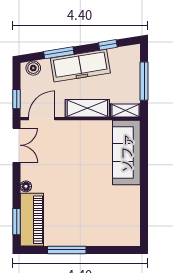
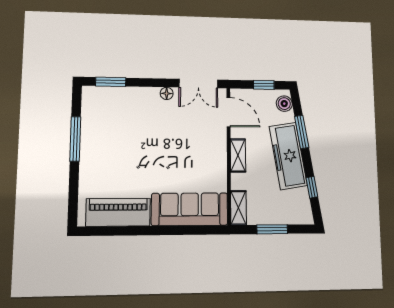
window: (144, 81) -> (272, 229), width x0.69
window: (17, 99) -> (264, 85), moved
shelving: (87, 108) -> (238, 155), width x0.67, depth x0.75
floor lamp: (26, 186) -> (167, 93), moved
piano: (32, 220) -> (118, 212), moved, turned 180

